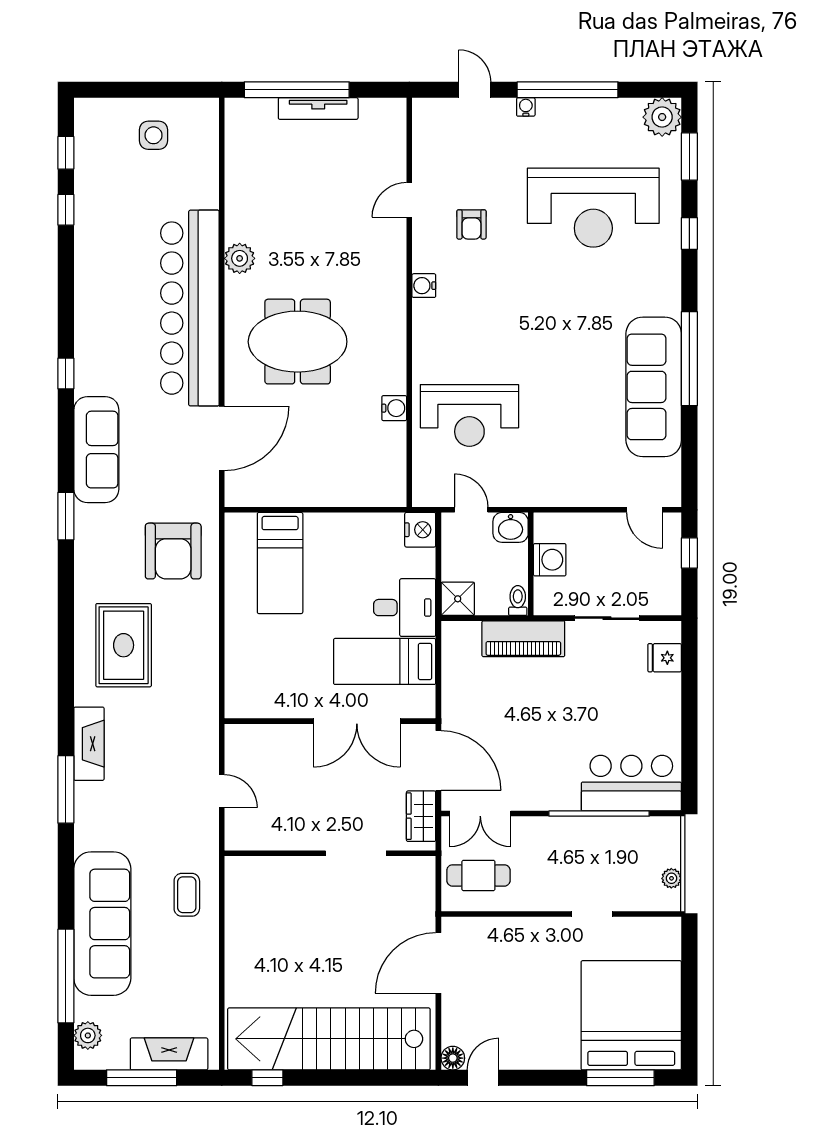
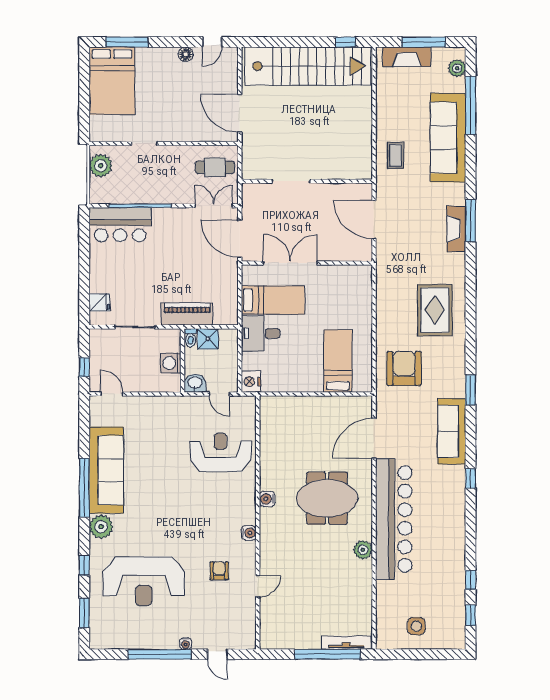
tv unit: (318, 109) -> (346, 643), moved
plant: (662, 117) -> (101, 527), moved
reception desk: (593, 208) -> (144, 581), turned 180
water cooler: (394, 408) -> (267, 499), moved
shower: (458, 599) -> (208, 339), moved
fireplace: (89, 744) -> (456, 229), moved
door: (222, 791) -> (374, 220), width x1.87
wardrobe: (421, 816) -> (250, 204), removed
plant: (671, 878) -> (101, 166), width x1.87, depth x1.87
door: (438, 963) -> (240, 113), swing flipped
bed: (631, 1015) -> (112, 81), width x0.73
floor lamp: (453, 1058) -> (186, 54), moved

